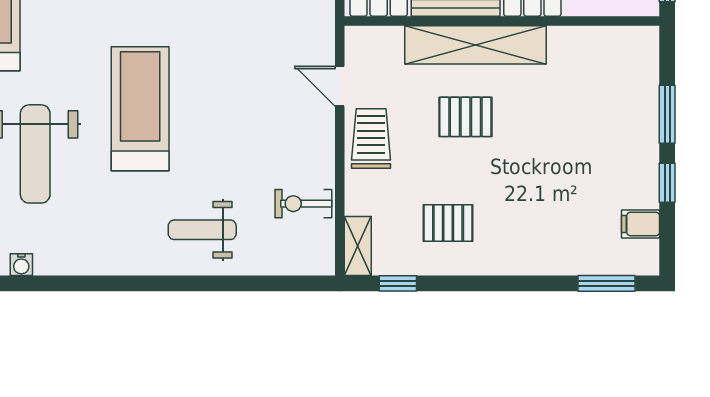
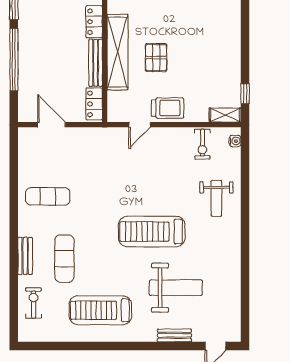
trolley: (371, 138) -> (168, 108), turned 180
pallet: (448, 223) -> (213, 67), removed
water cooler: (21, 265) -> (235, 141), moved

